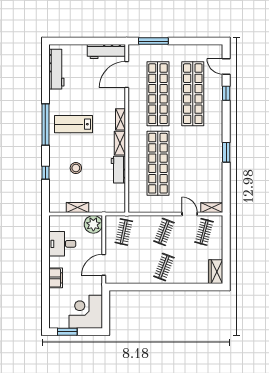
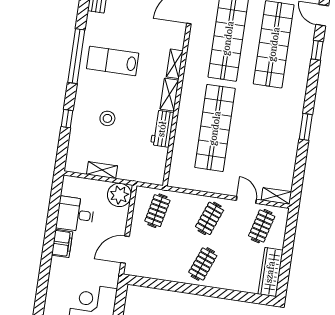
wardrobe: (216, 272) -> (270, 272), width x1.50
filing cabinet: (56, 278) -> (62, 243), moved

